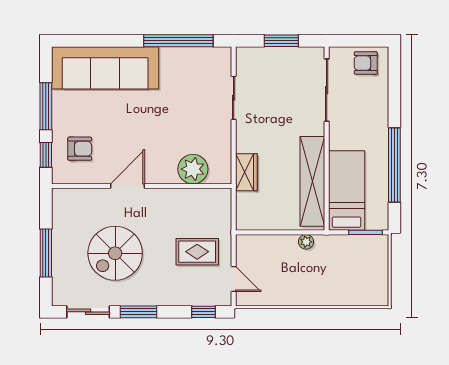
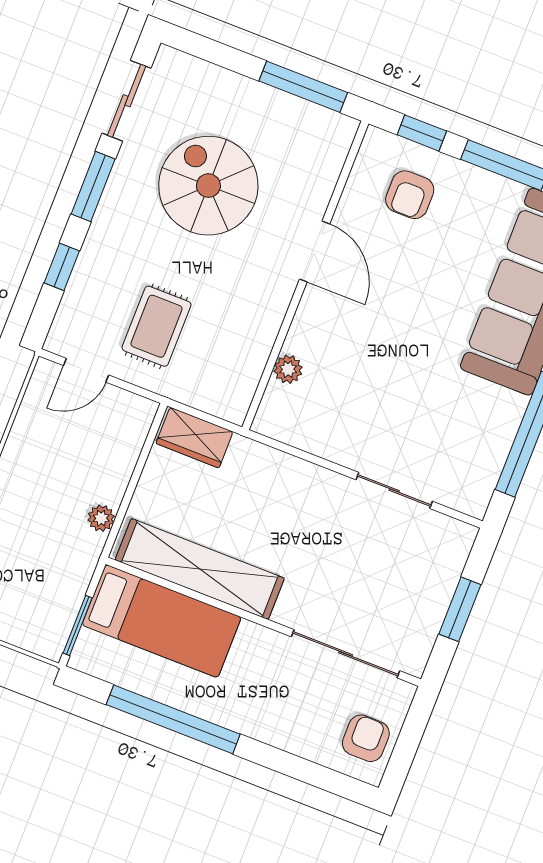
plant: (193, 169) -> (288, 369), width x0.53, depth x0.53
wardrobe: (246, 172) -> (194, 438), moved
window: (46, 253) -> (303, 87), moved
window: (204, 312) -> (62, 267), moved

